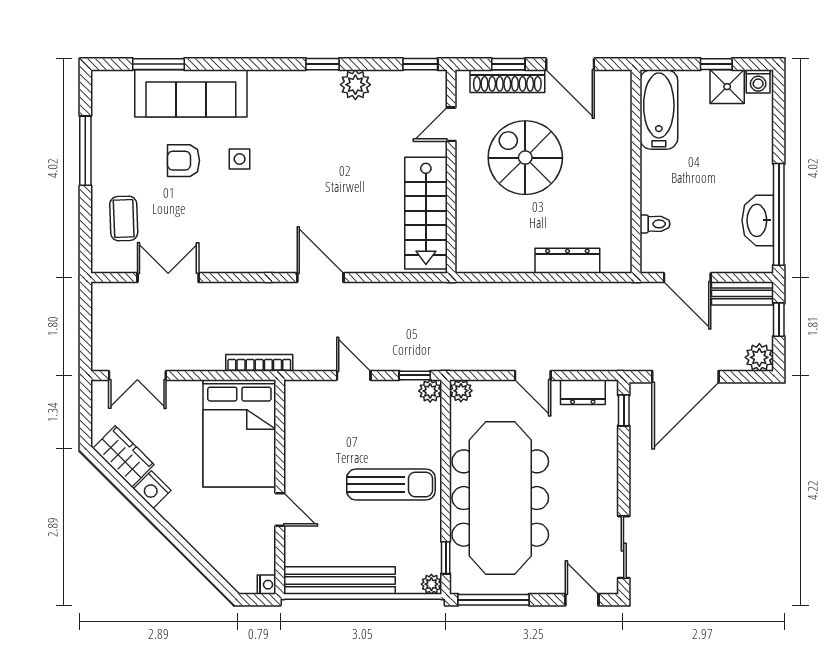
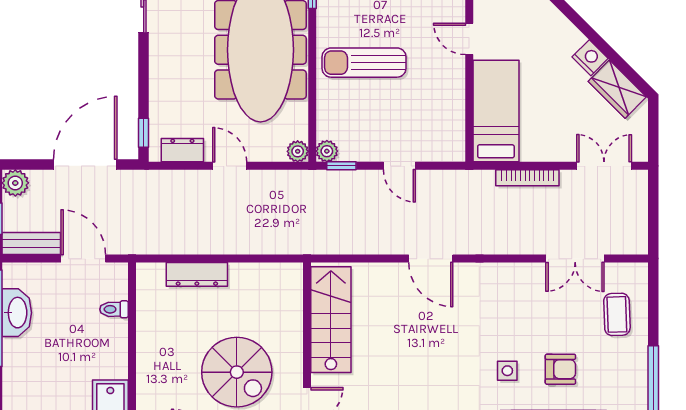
bookcase: (259, 363) -> (527, 178), moved
bed: (239, 433) -> (496, 111), width x0.67

